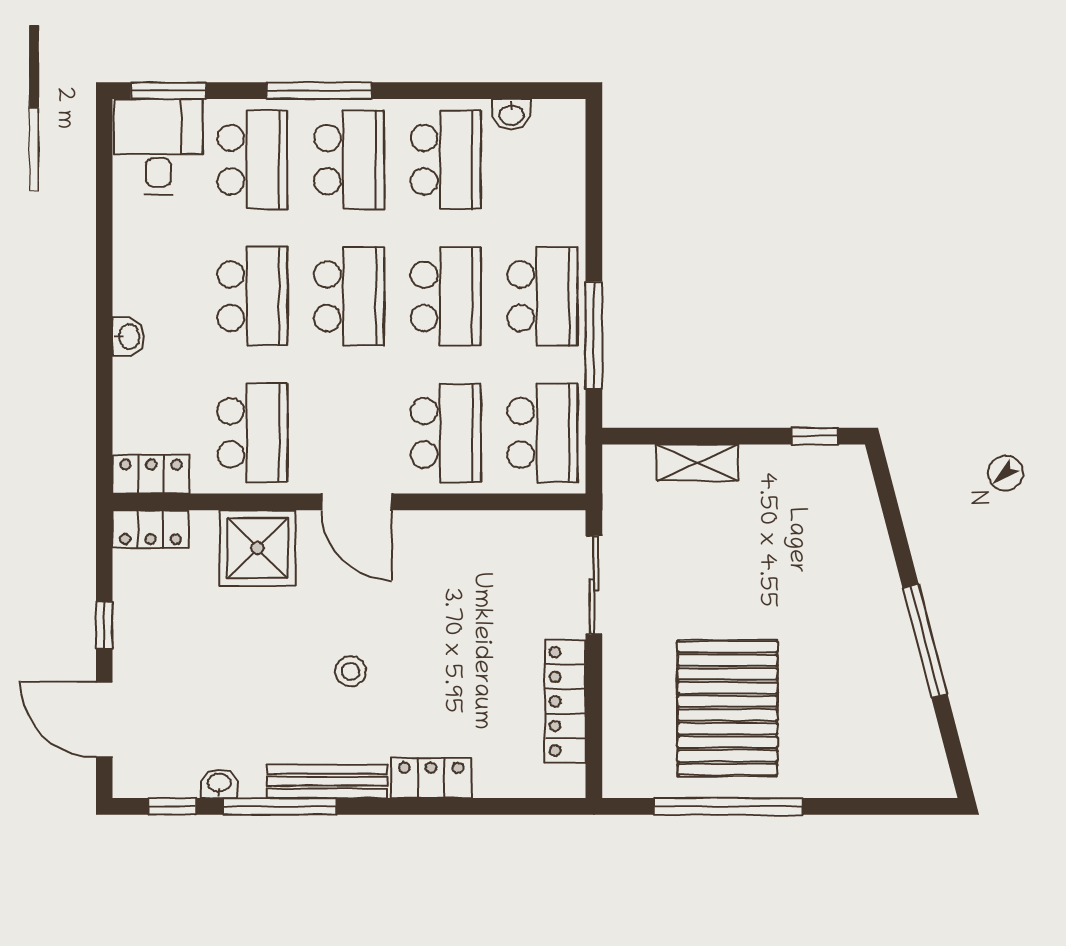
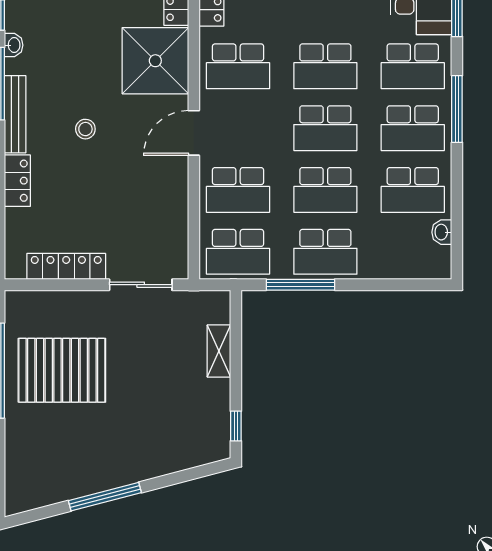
shower: (258, 548) -> (155, 61), width x1.37, depth x1.37

